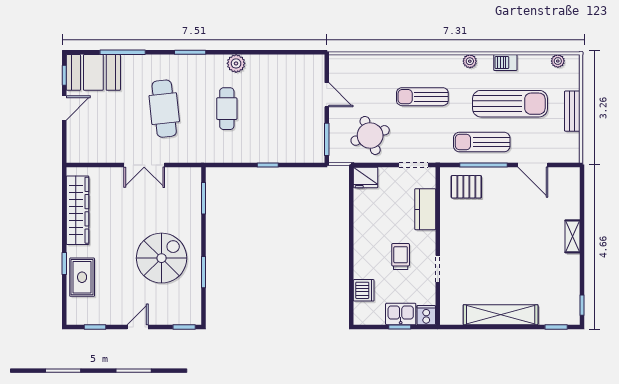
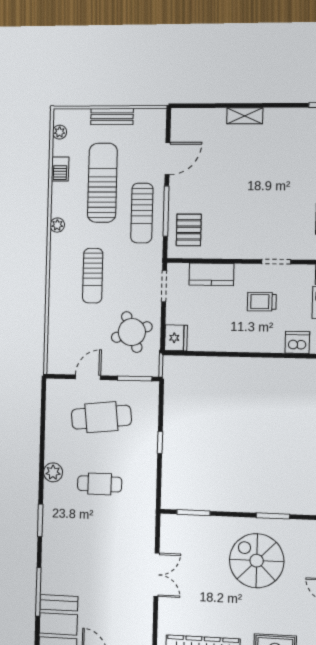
barbecue: (505, 63) -> (60, 169), moved
cafe table: (164, 109) -> (101, 417), moved

